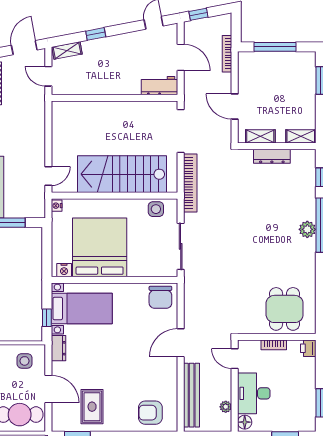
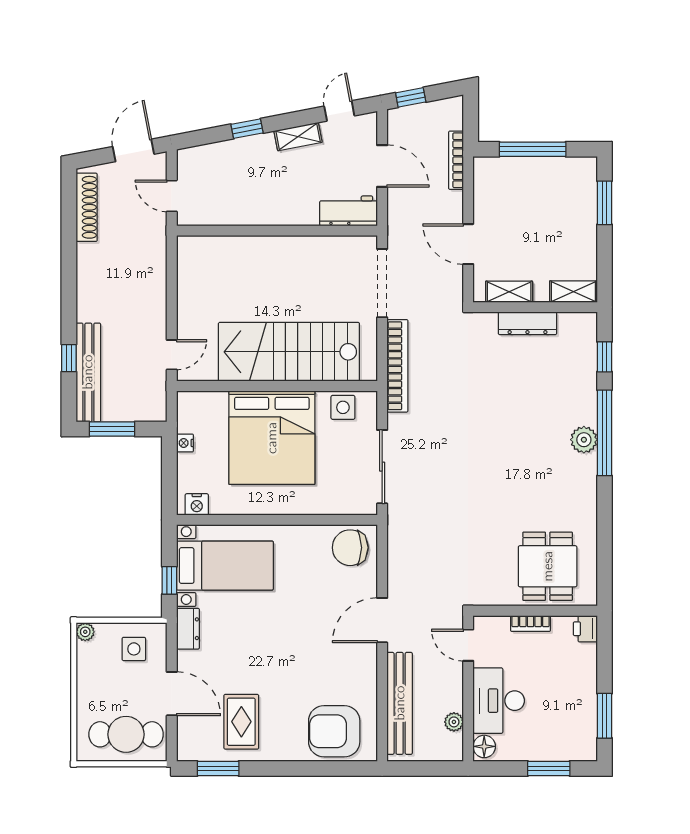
shelving: (67, 51) -> (298, 137), moved
nightstand: (57, 206) -> (185, 443), moved
bed: (100, 247) -> (272, 438), moved, turned 180
chair: (160, 297) -> (350, 548), turned 90
armchair: (150, 413) -> (334, 731), width x1.36, depth x1.36

